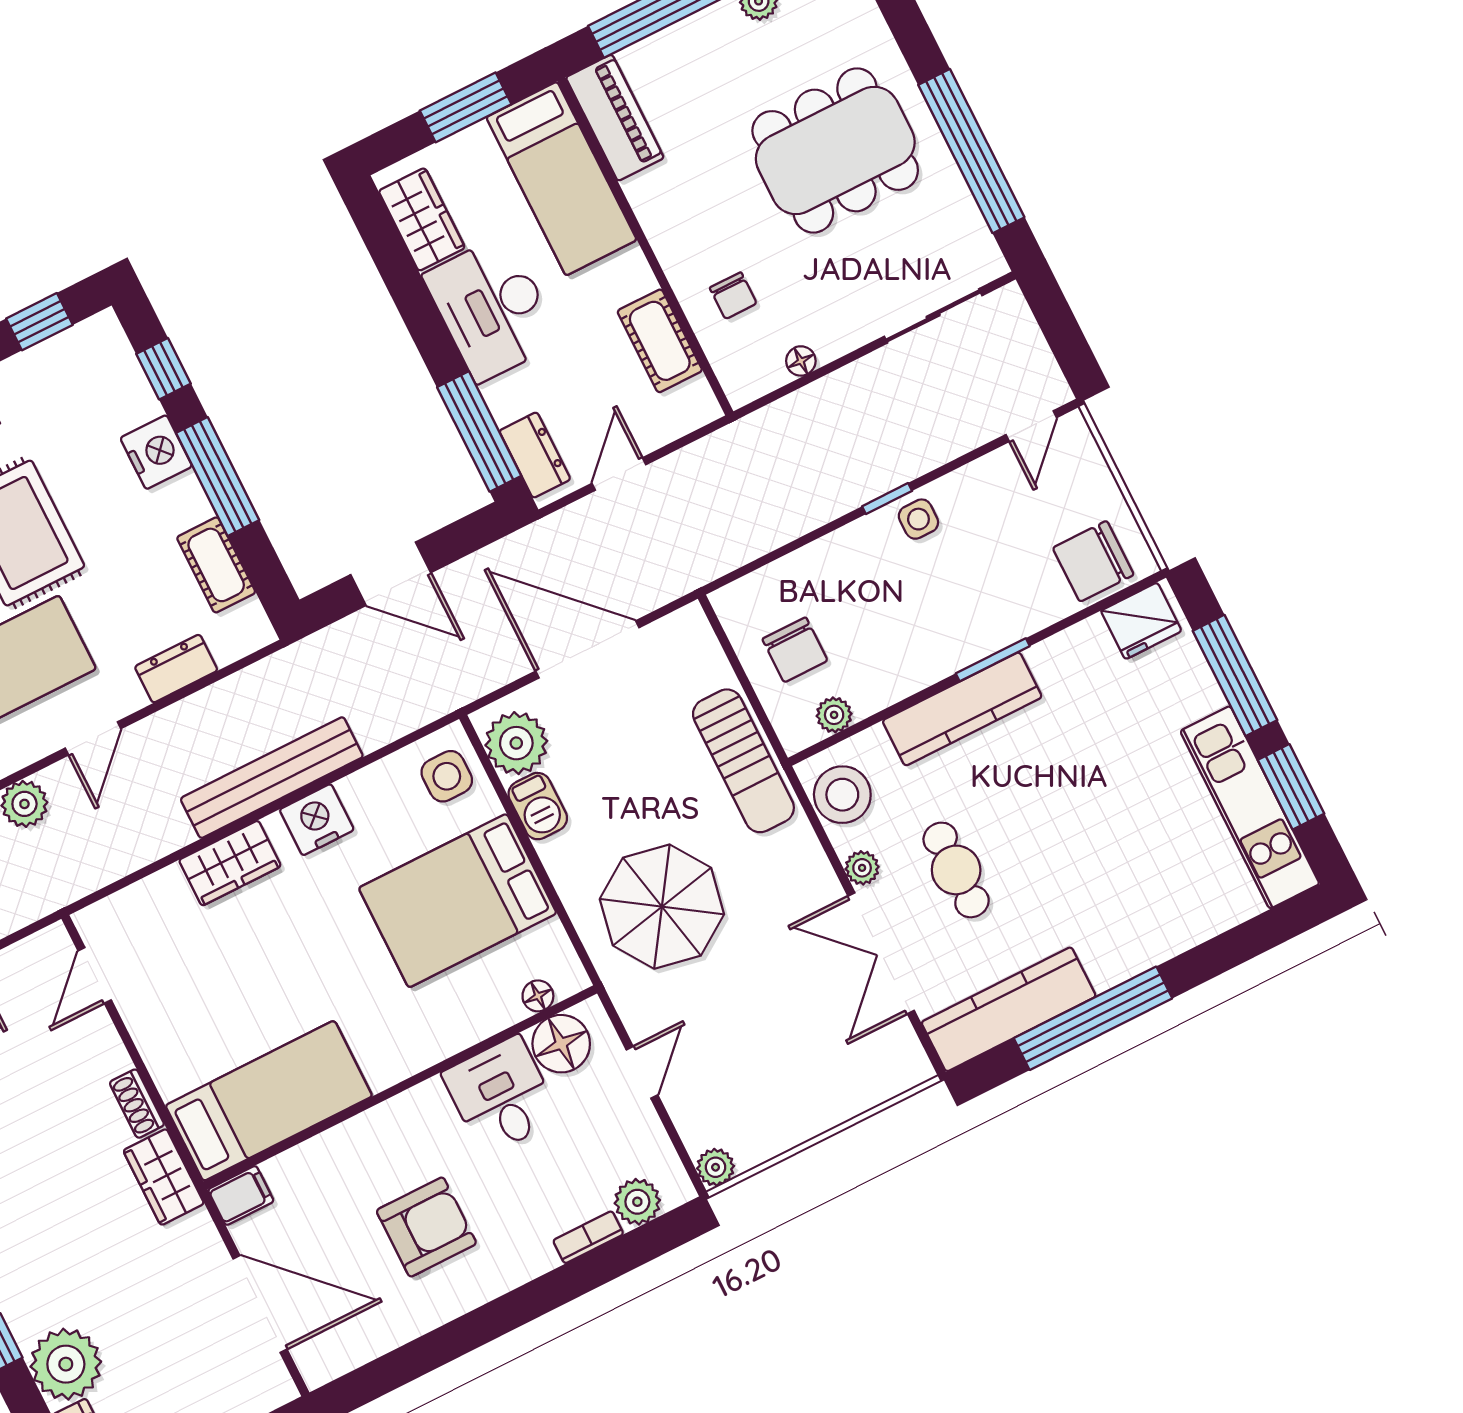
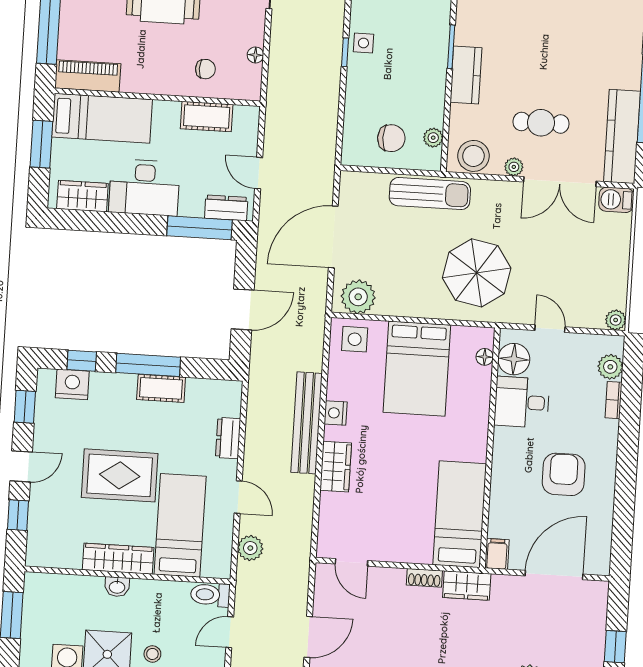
nightstand: (156, 452) -> (72, 384), moved
cot: (216, 565) -> (161, 388), moved
kitchen counter: (962, 709) -> (466, 75), width x0.67
barbecue: (538, 806) -> (616, 200), moved, turned 180
nightstand: (317, 820) -> (336, 413), width x0.74, depth x0.75

